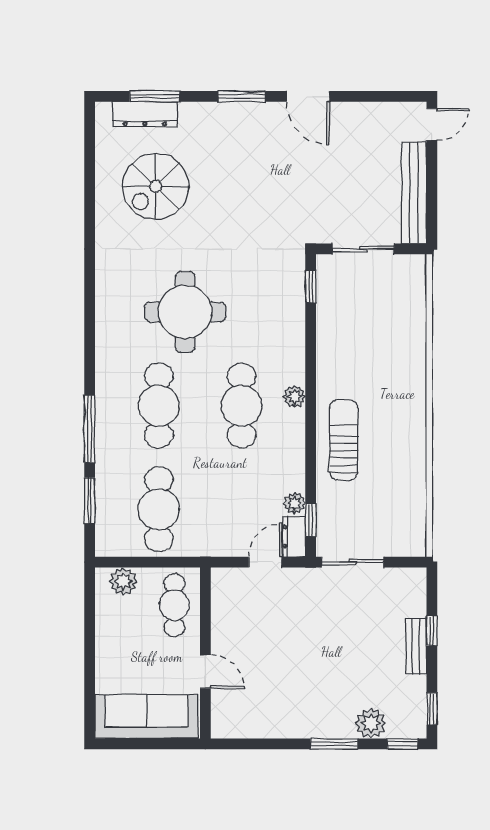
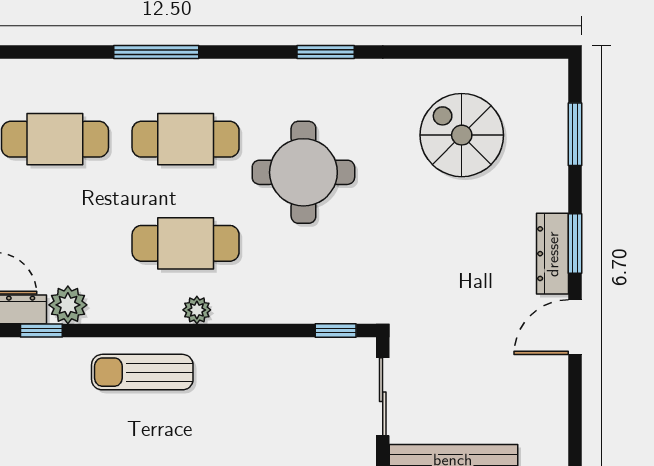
dresser: (145, 114) -> (553, 254), moved
sun lounger: (344, 440) -> (142, 372), turned 180
window: (90, 501) -> (326, 52), moved
plant: (295, 503) -> (68, 305), width x1.38, depth x1.38

